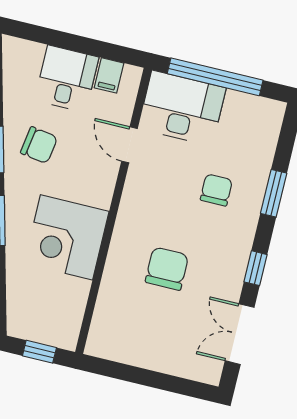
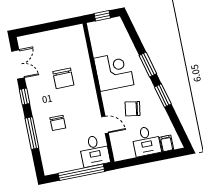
filing cabinet: (109, 75) -> (167, 143), moved
desk: (182, 108) -> (94, 151), width x0.73
chair: (39, 145) -> (133, 109), moved
window: (274, 193) -> (32, 133), width x1.44

